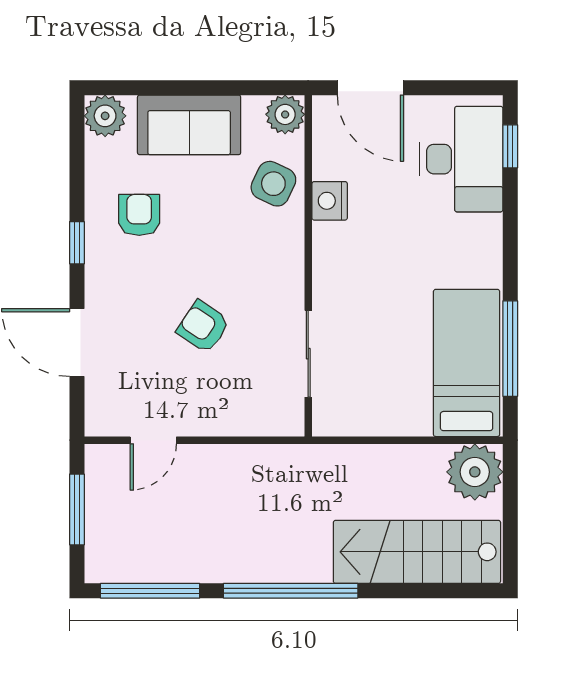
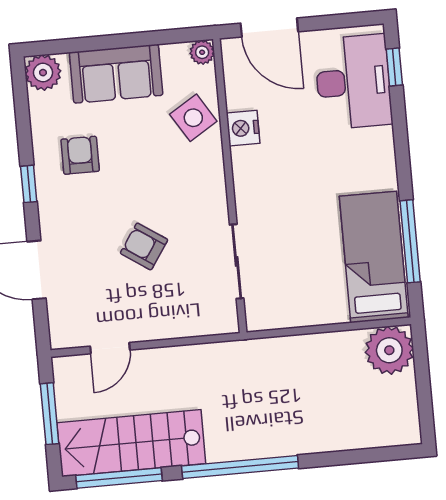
plant: (285, 114) -> (202, 52), width x0.73, depth x0.73
side table: (273, 184) -> (193, 118), turned 33
stairs: (417, 552) -> (131, 443), moved

